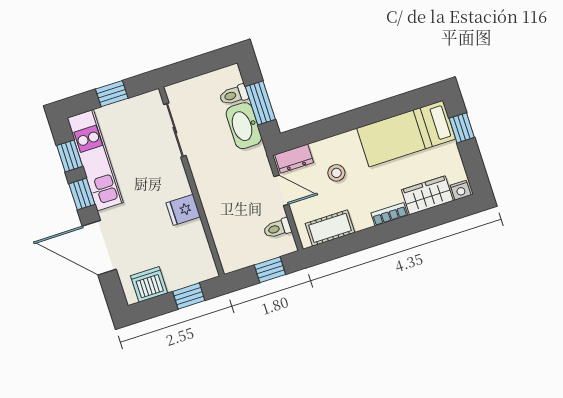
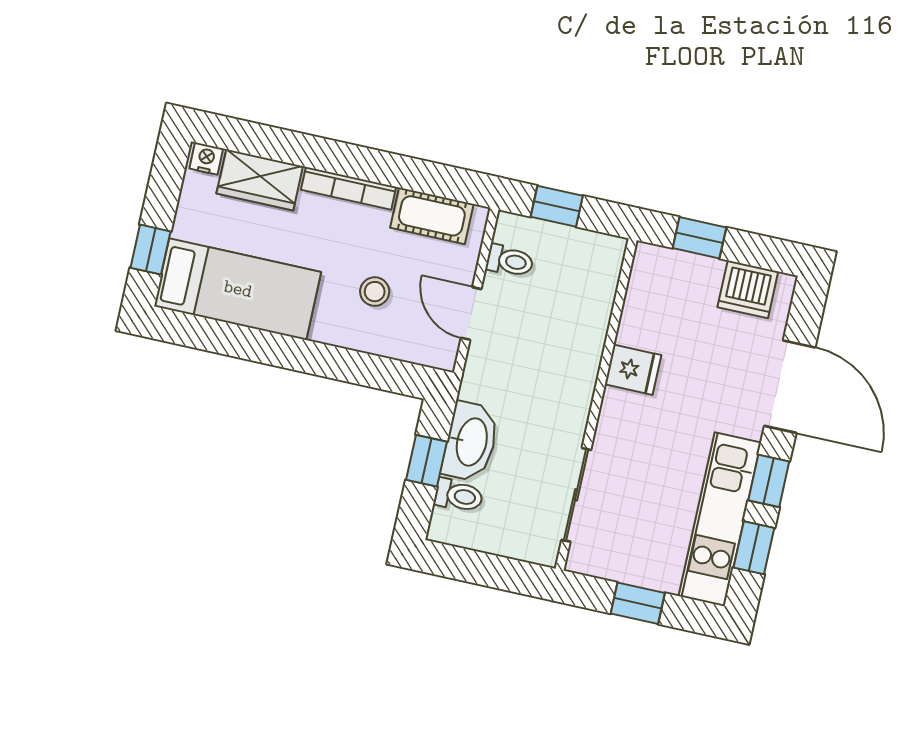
window: (260, 103) -> (426, 461), width x0.67
dresser: (294, 159) -> (425, 349), removed
bookcase: (389, 214) -> (349, 188), width x1.56

